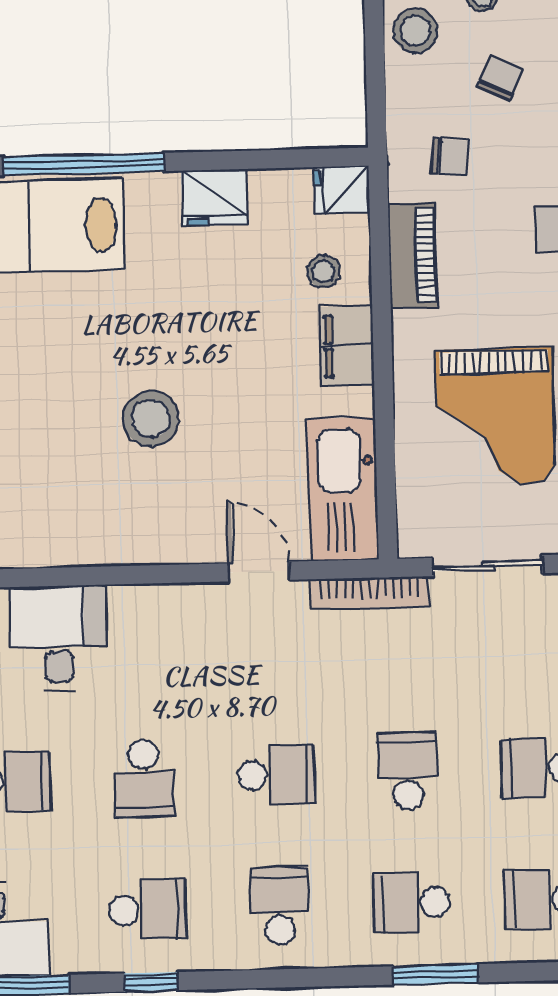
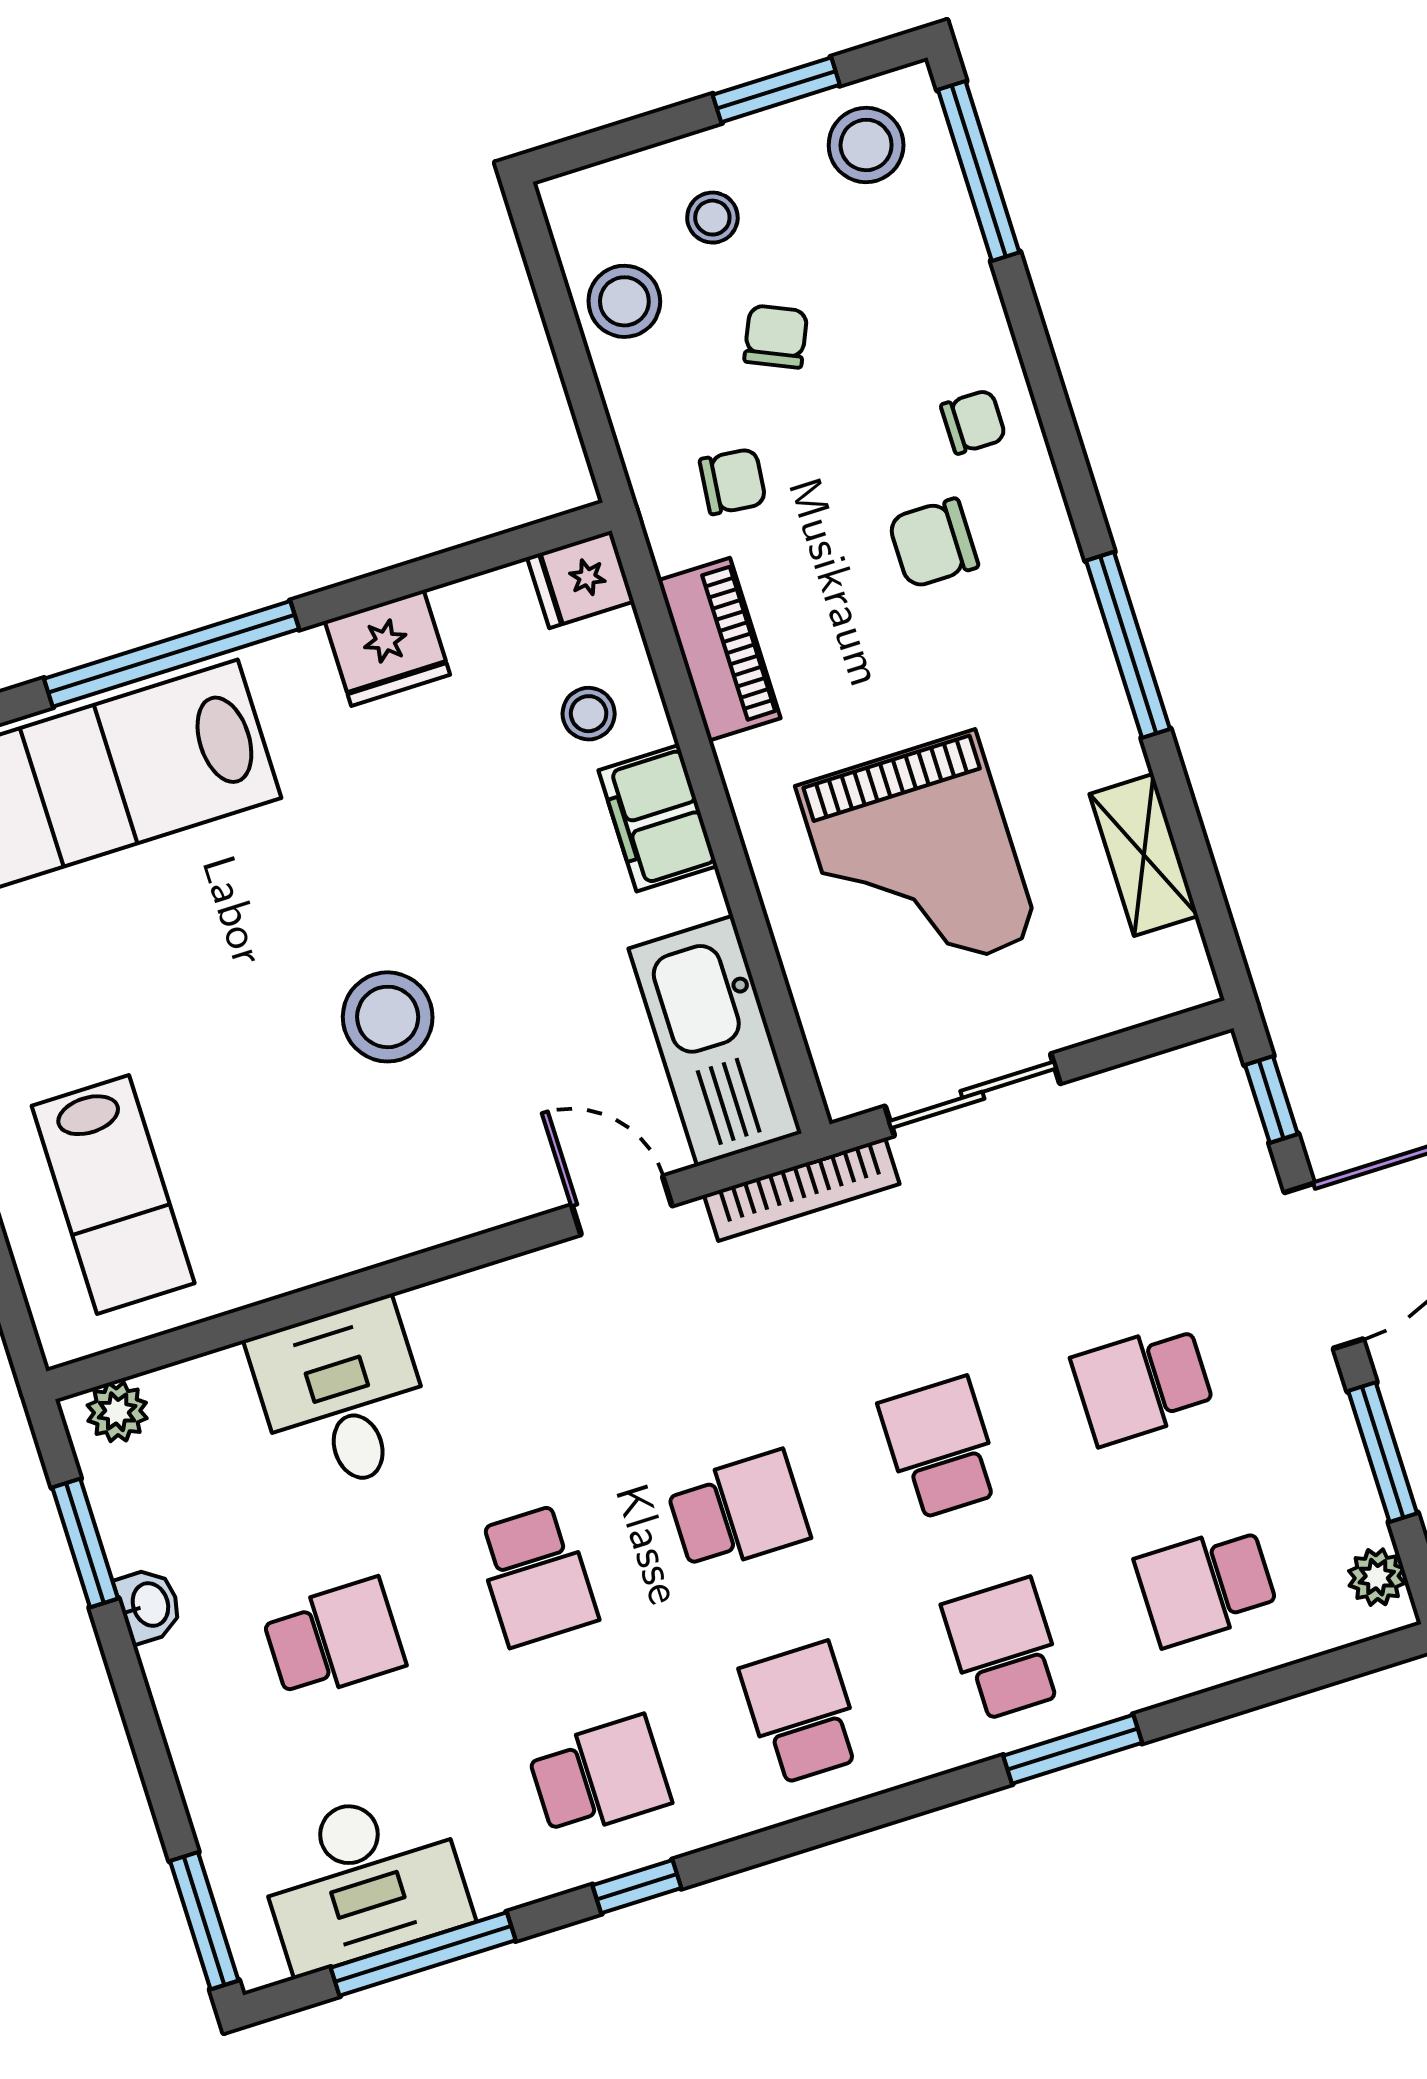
school desk: (411, 903) -> (1004, 1649), turned 90

